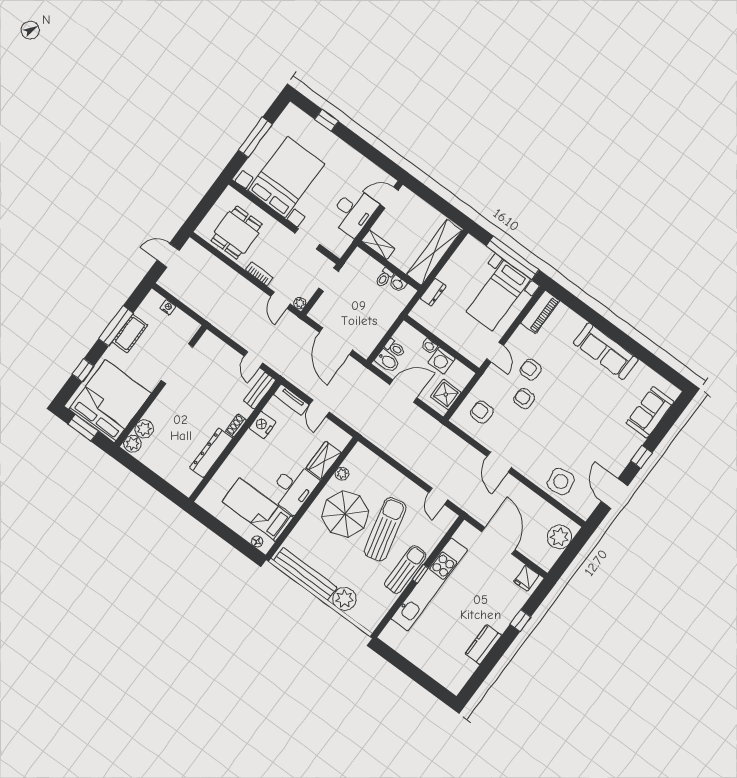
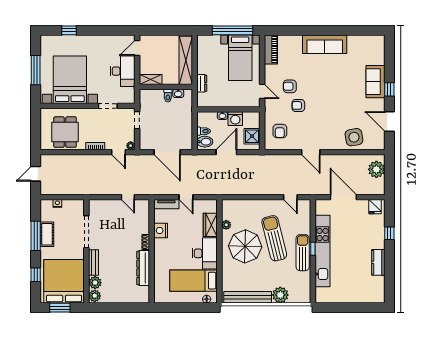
bench: (260, 391) -> (94, 262), moved
armchair: (482, 412) -> (280, 131), turned -90
sofa: (650, 412) -> (376, 82), moved

